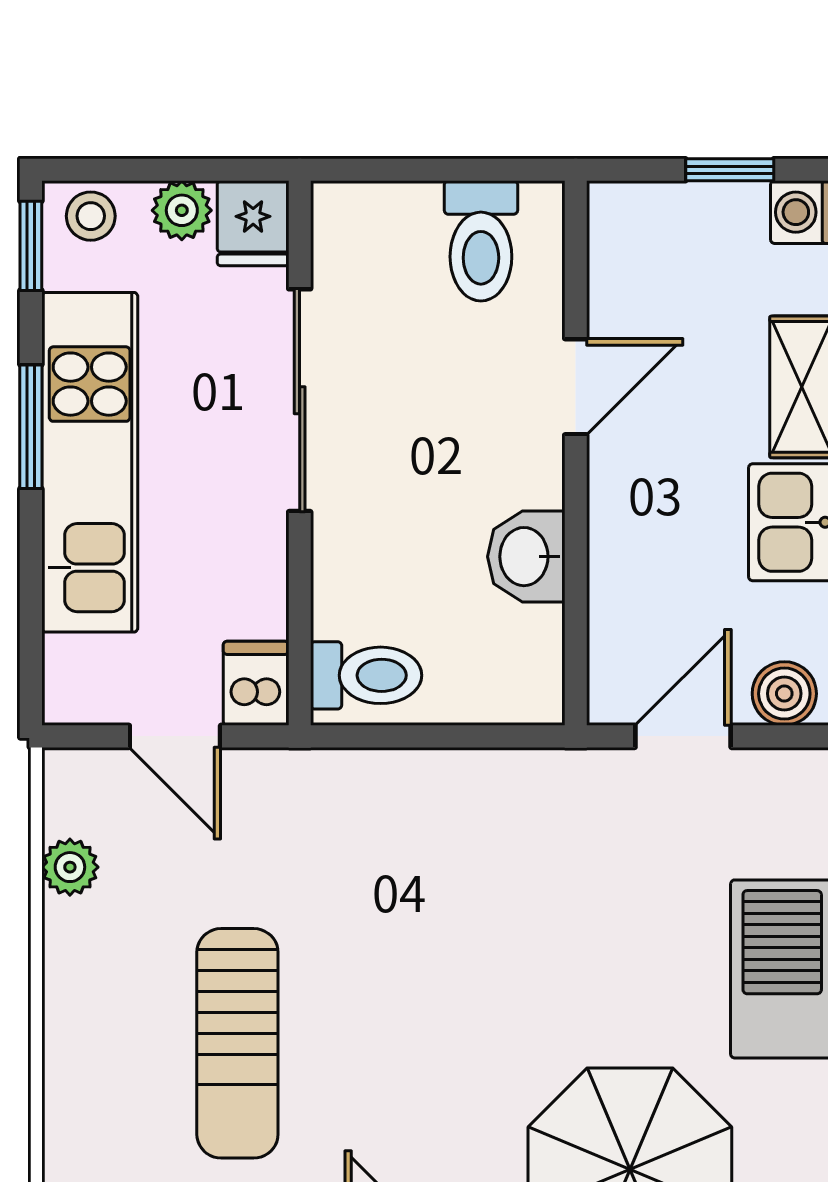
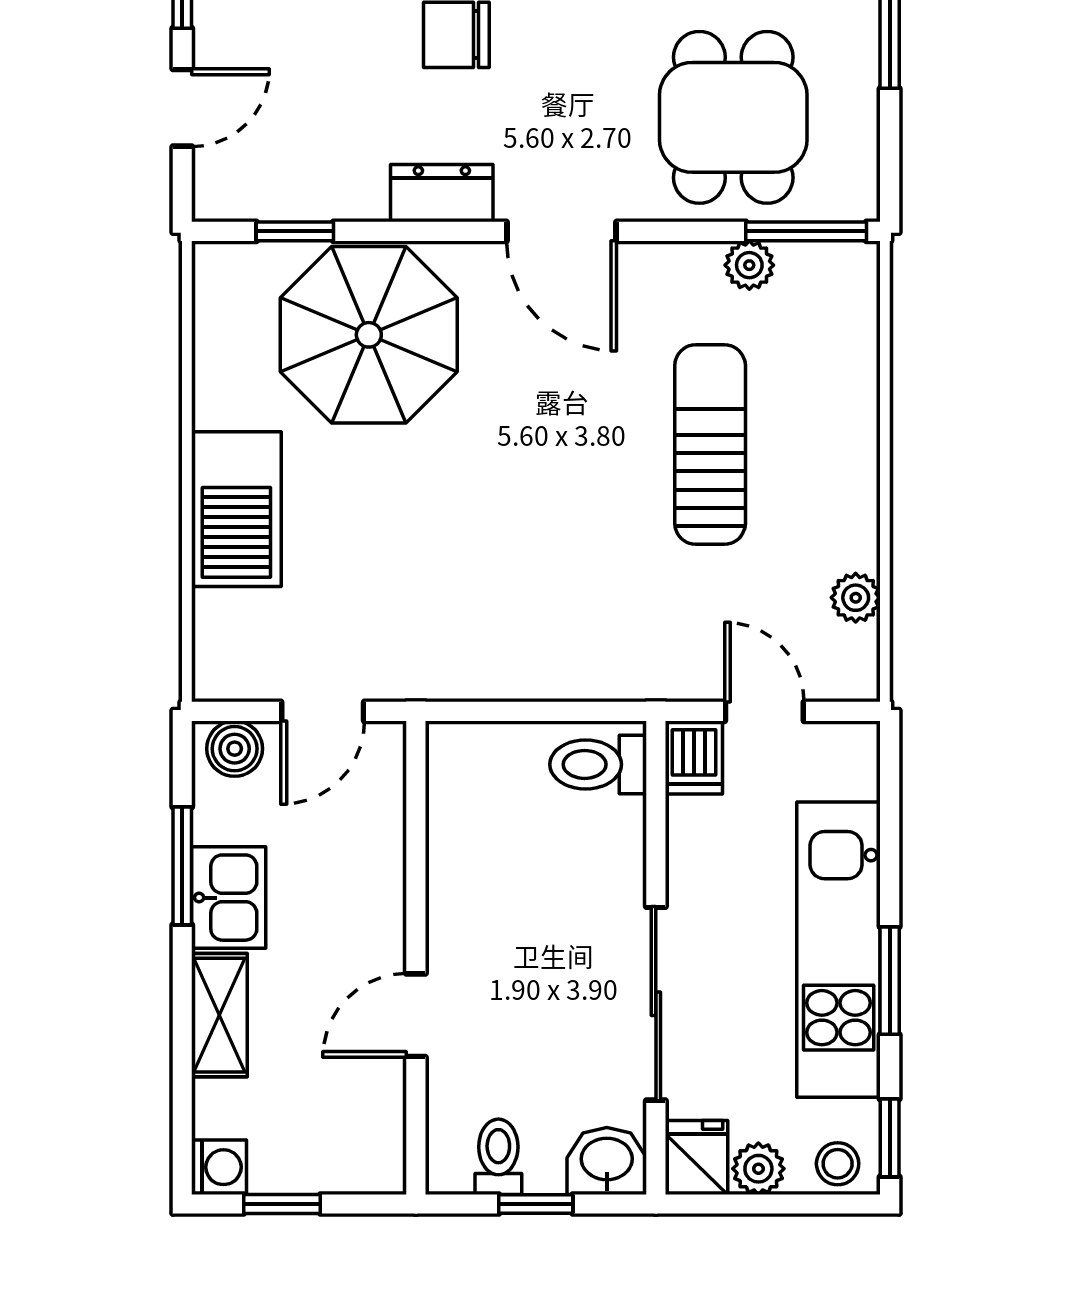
window: (438, 170) -> (536, 1204), added
toilet: (481, 241) -> (498, 1157), width x0.73, depth x0.72
washbasin: (526, 557) -> (607, 1161), moved, turned -90

